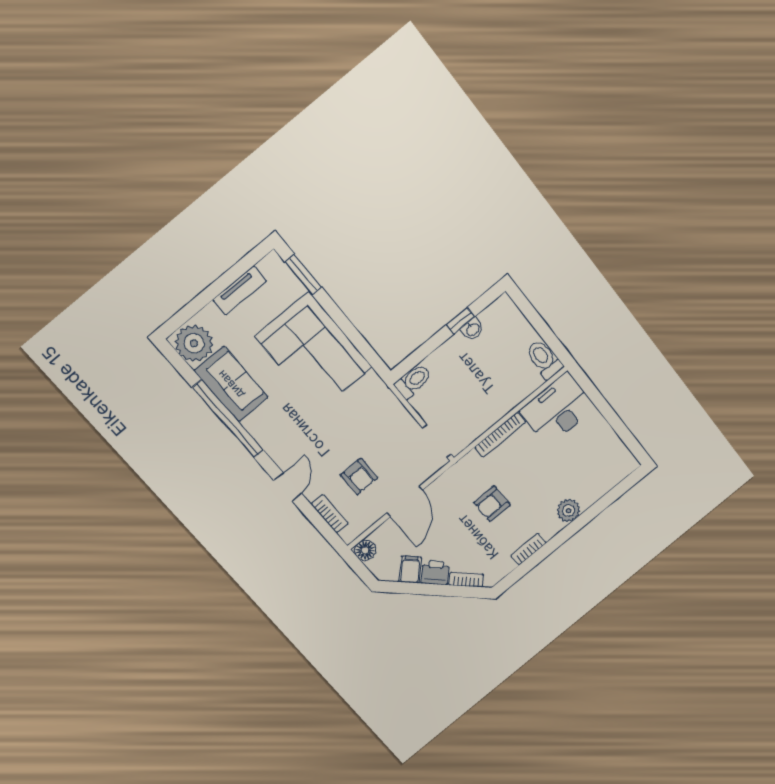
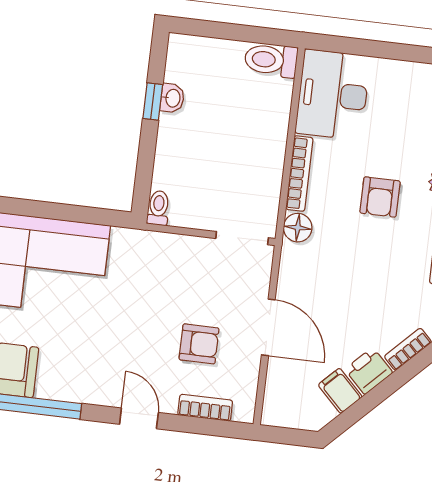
toilet: (413, 381) -> (158, 208), width x0.73, depth x0.72
armchair: (492, 504) -> (380, 197), moved
floor lamp: (365, 550) -> (298, 228), moved

